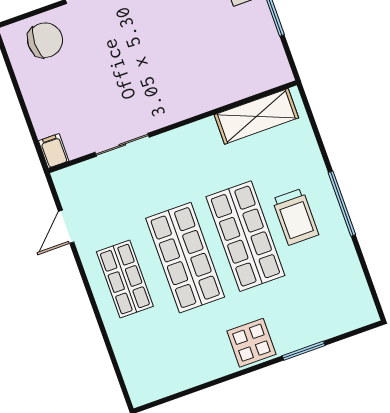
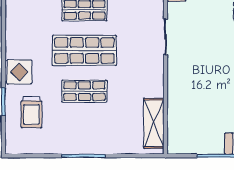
trolley: (295, 217) -> (31, 112), moved, turned -90
shop shelf: (245, 236) -> (84, 91), width x0.70, depth x0.74

